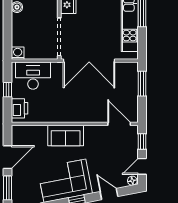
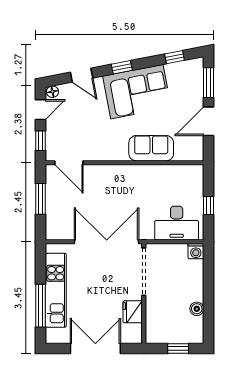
window: (142, 84) -> (40, 199), moved
printer: (20, 108) -> (193, 182), removed
sofa: (66, 136) -> (151, 148), moved

